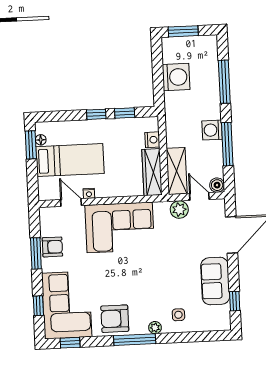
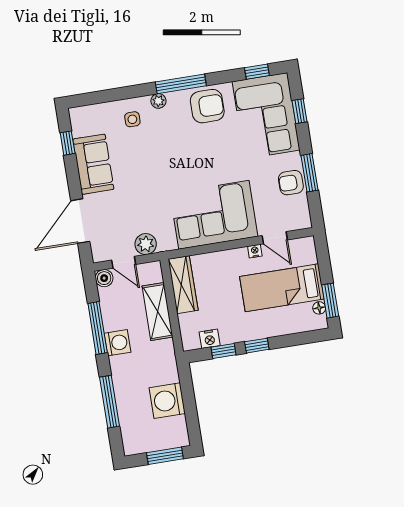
nightstand: (152, 140) -> (210, 339), moved, turned -90
shelving: (177, 171) -> (157, 312), moved

